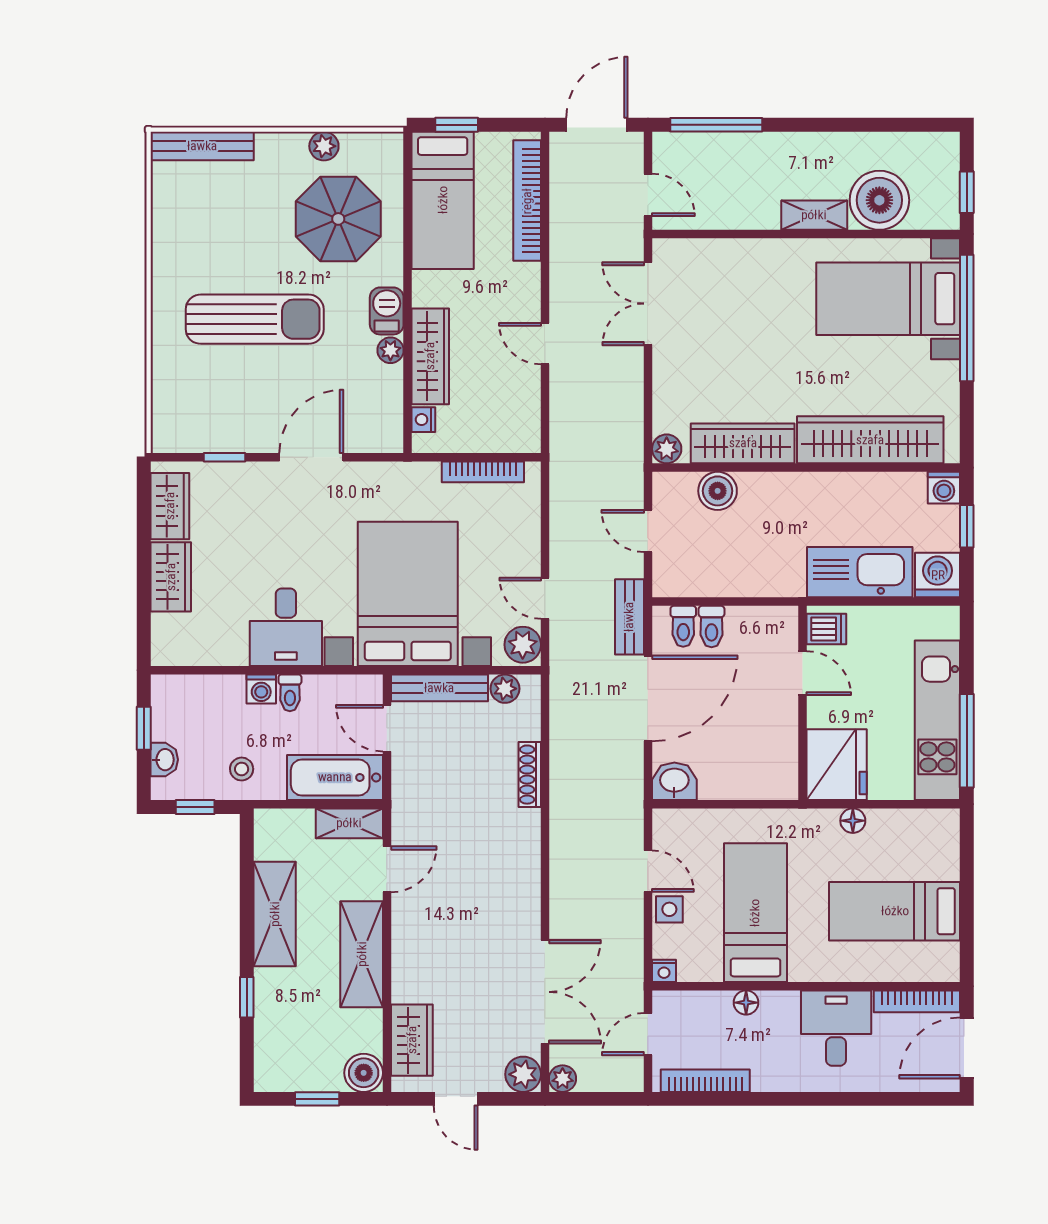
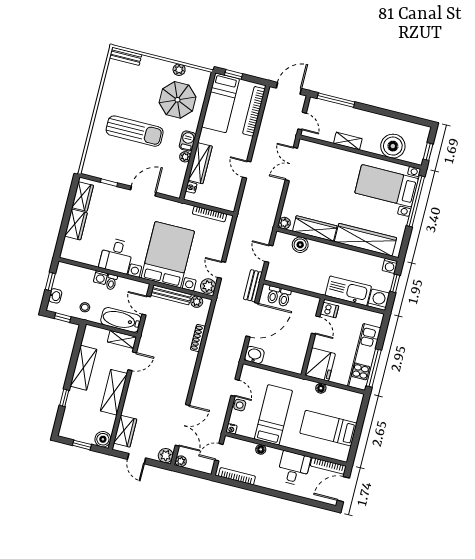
bench: (202, 146) -> (126, 56), width x0.73
shelving: (814, 215) -> (348, 141), moved

